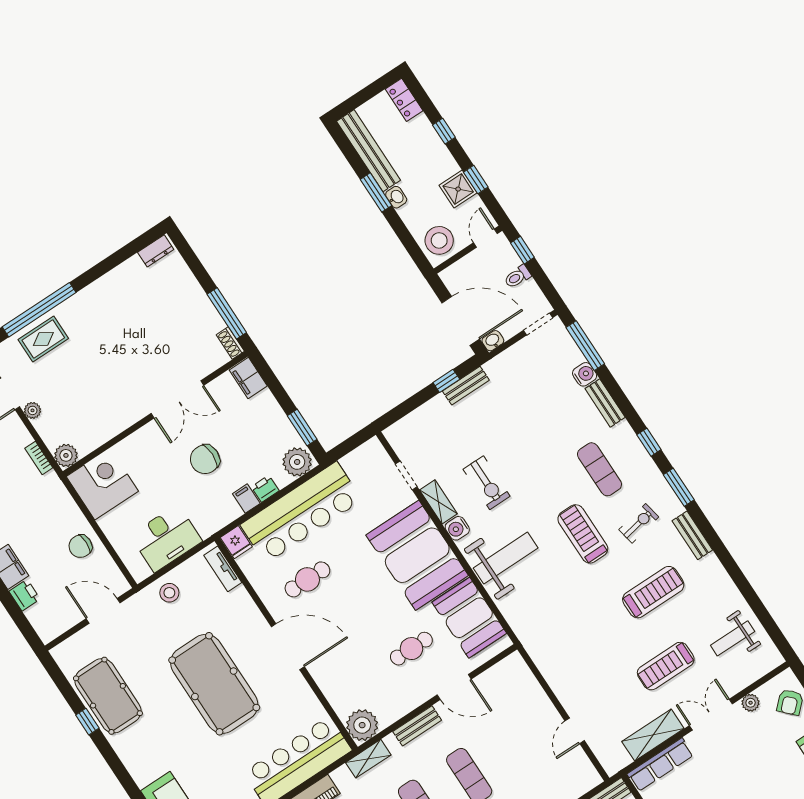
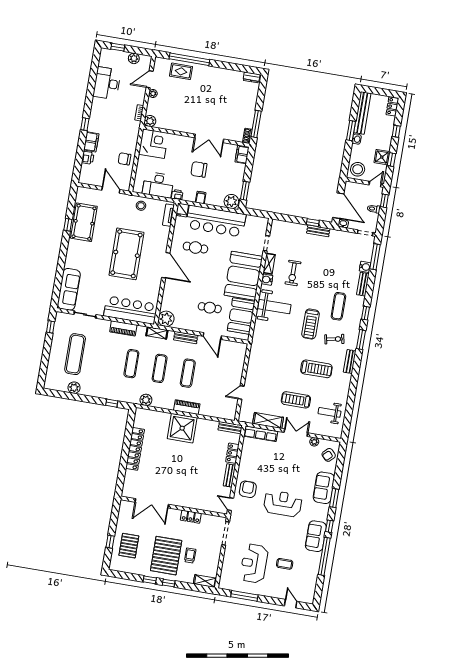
printer: (265, 489) -> (177, 195), moved
treadmill: (583, 534) -> (311, 324), turned 180

